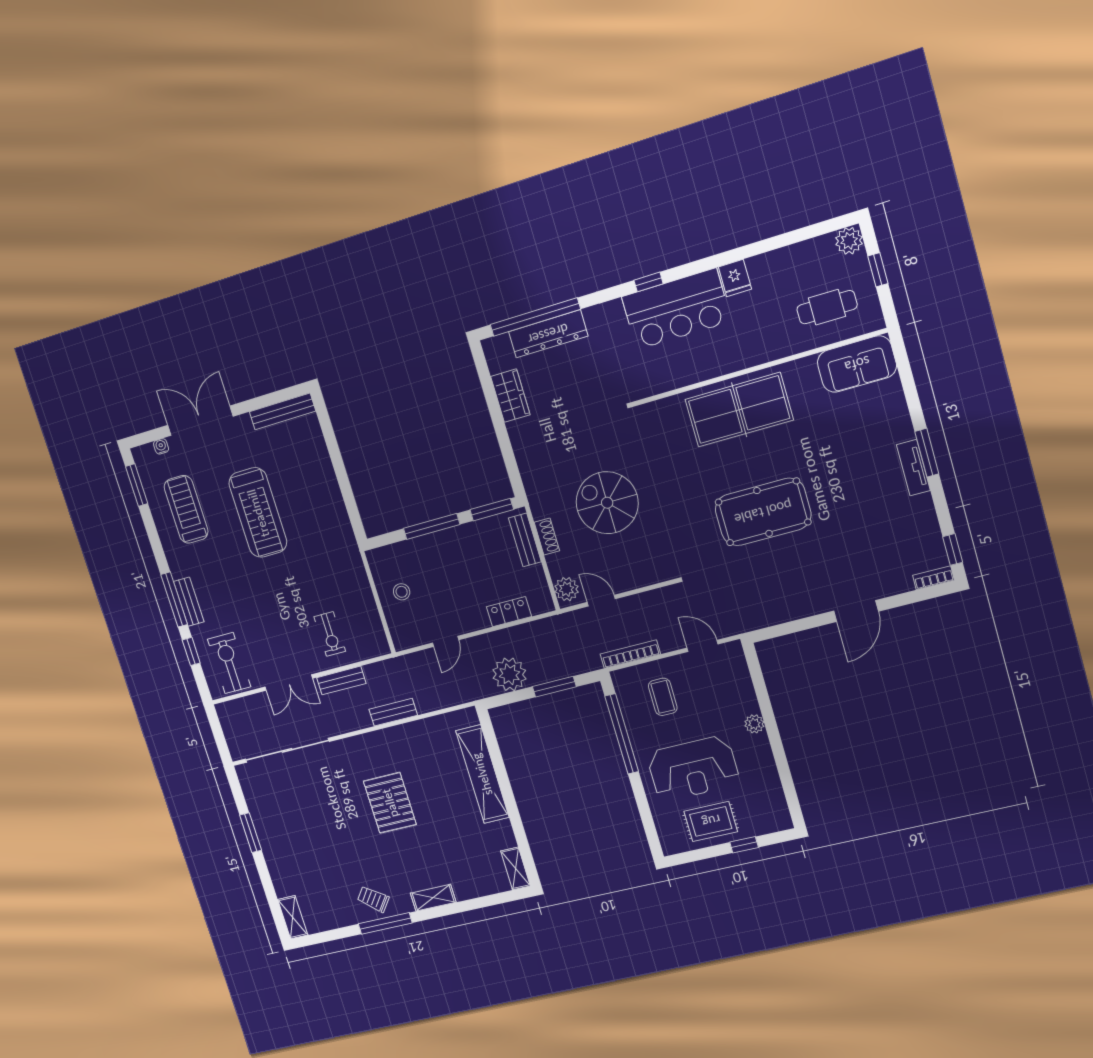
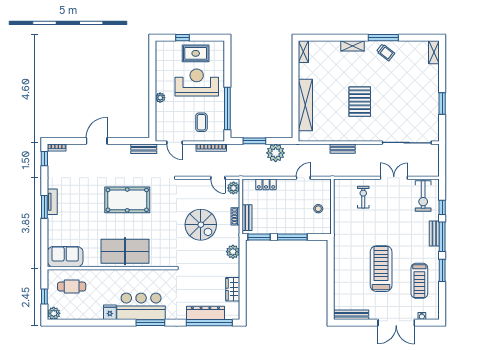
window: (649, 282) -> (150, 323), width x2.17
plant: (532, 468) -> (233, 252), added
window: (137, 485) -> (442, 270), moved
bench: (341, 681) -> (144, 149), moved

